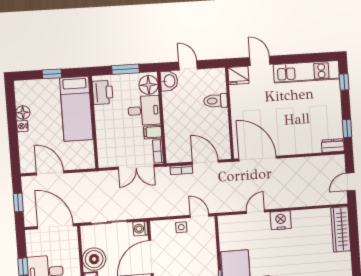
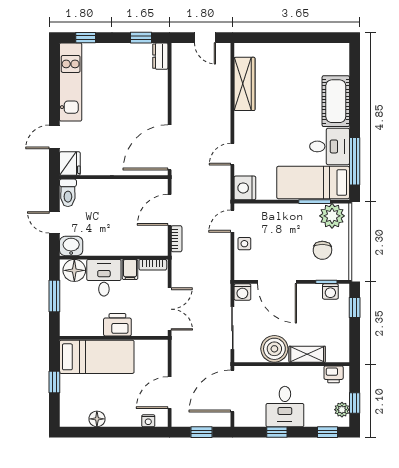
door: (188, 65) -> (54, 222), hinge flipped
printer: (103, 92) -> (117, 325), moved
toilet: (215, 101) -> (68, 193), moved
nightstand: (22, 126) -> (148, 421), moved
double door: (136, 167) -> (170, 309), moved
door: (256, 212) -> (232, 154), hinge flipped
nightstand: (281, 220) -> (245, 188), moved
wardrobe: (341, 229) -> (244, 84), moved, turned -90

